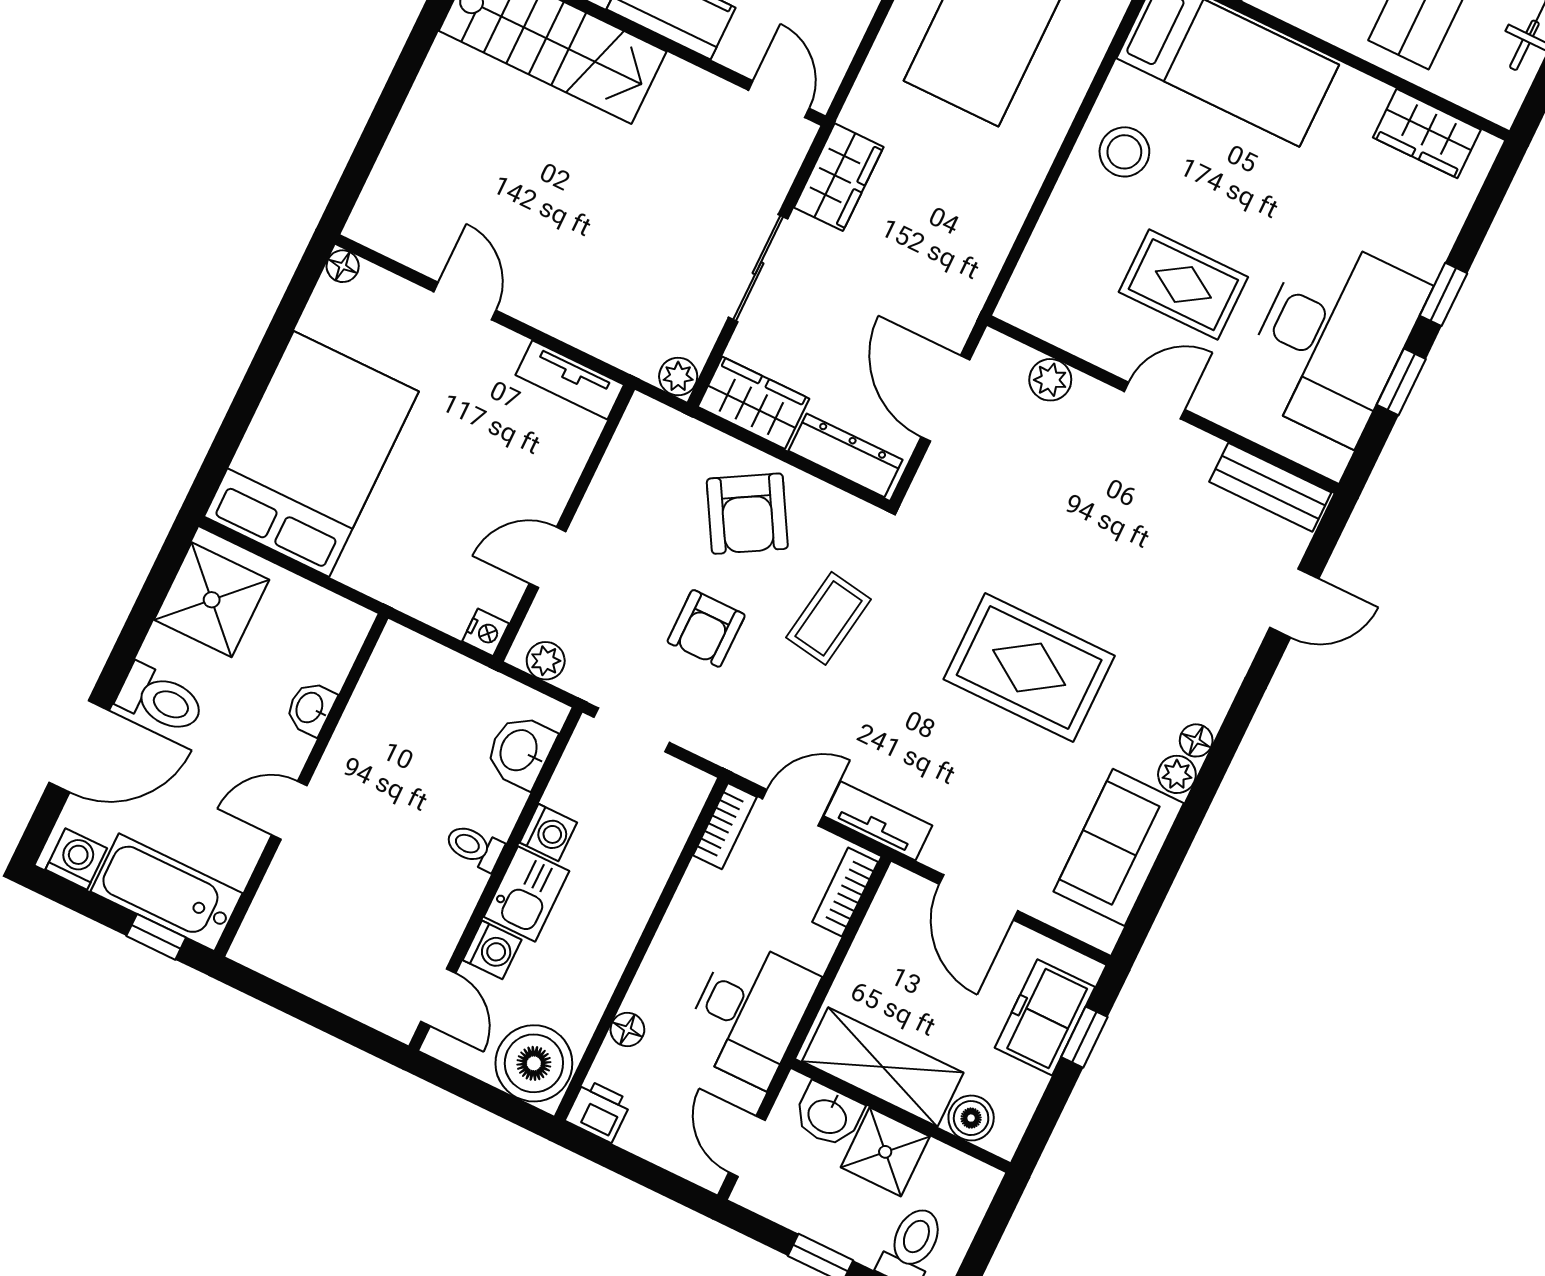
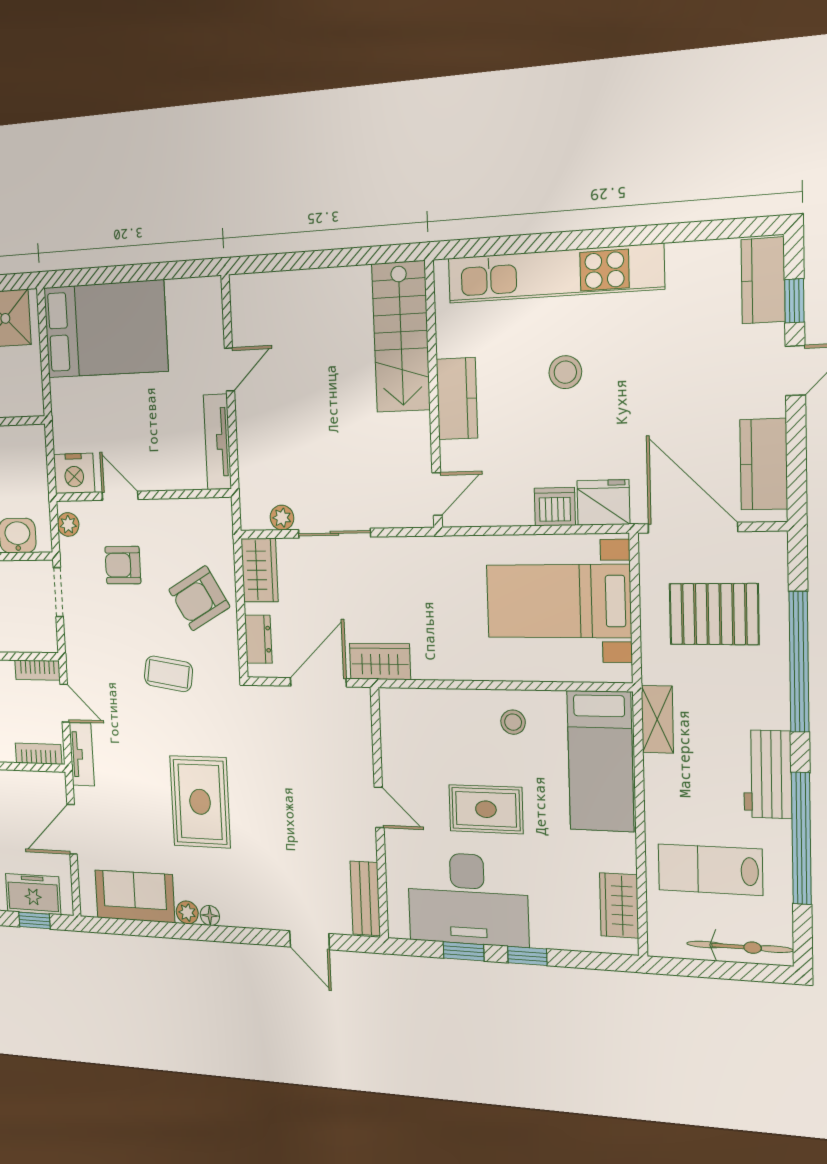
stool: (1124, 152) -> (513, 722), width x0.73, depth x0.73
wardrobe: (839, 177) -> (380, 661), moved, turned 180
floor lamp: (343, 266) -> (212, 286), removed
rug: (1183, 285) -> (486, 809), moved, turned 90
plant: (678, 377) -> (282, 518), moved
tv unit: (570, 380) -> (217, 442), width x1.41
plant: (1050, 380) -> (360, 740), removed
dresser: (846, 455) -> (258, 639), width x0.70
armchair: (706, 628) -> (123, 565), moved
nightstand: (486, 632) -> (74, 473), width x1.89, depth x1.79

